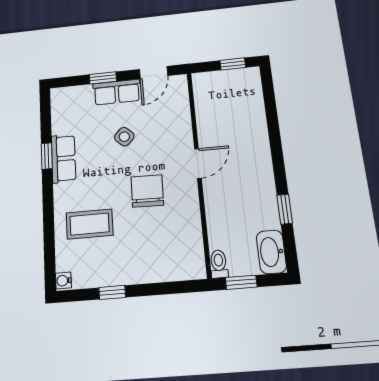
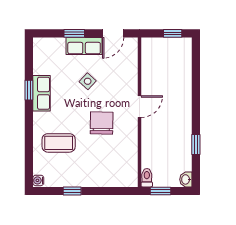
washbasin: (271, 252) -> (186, 179), width x0.52, depth x0.69

